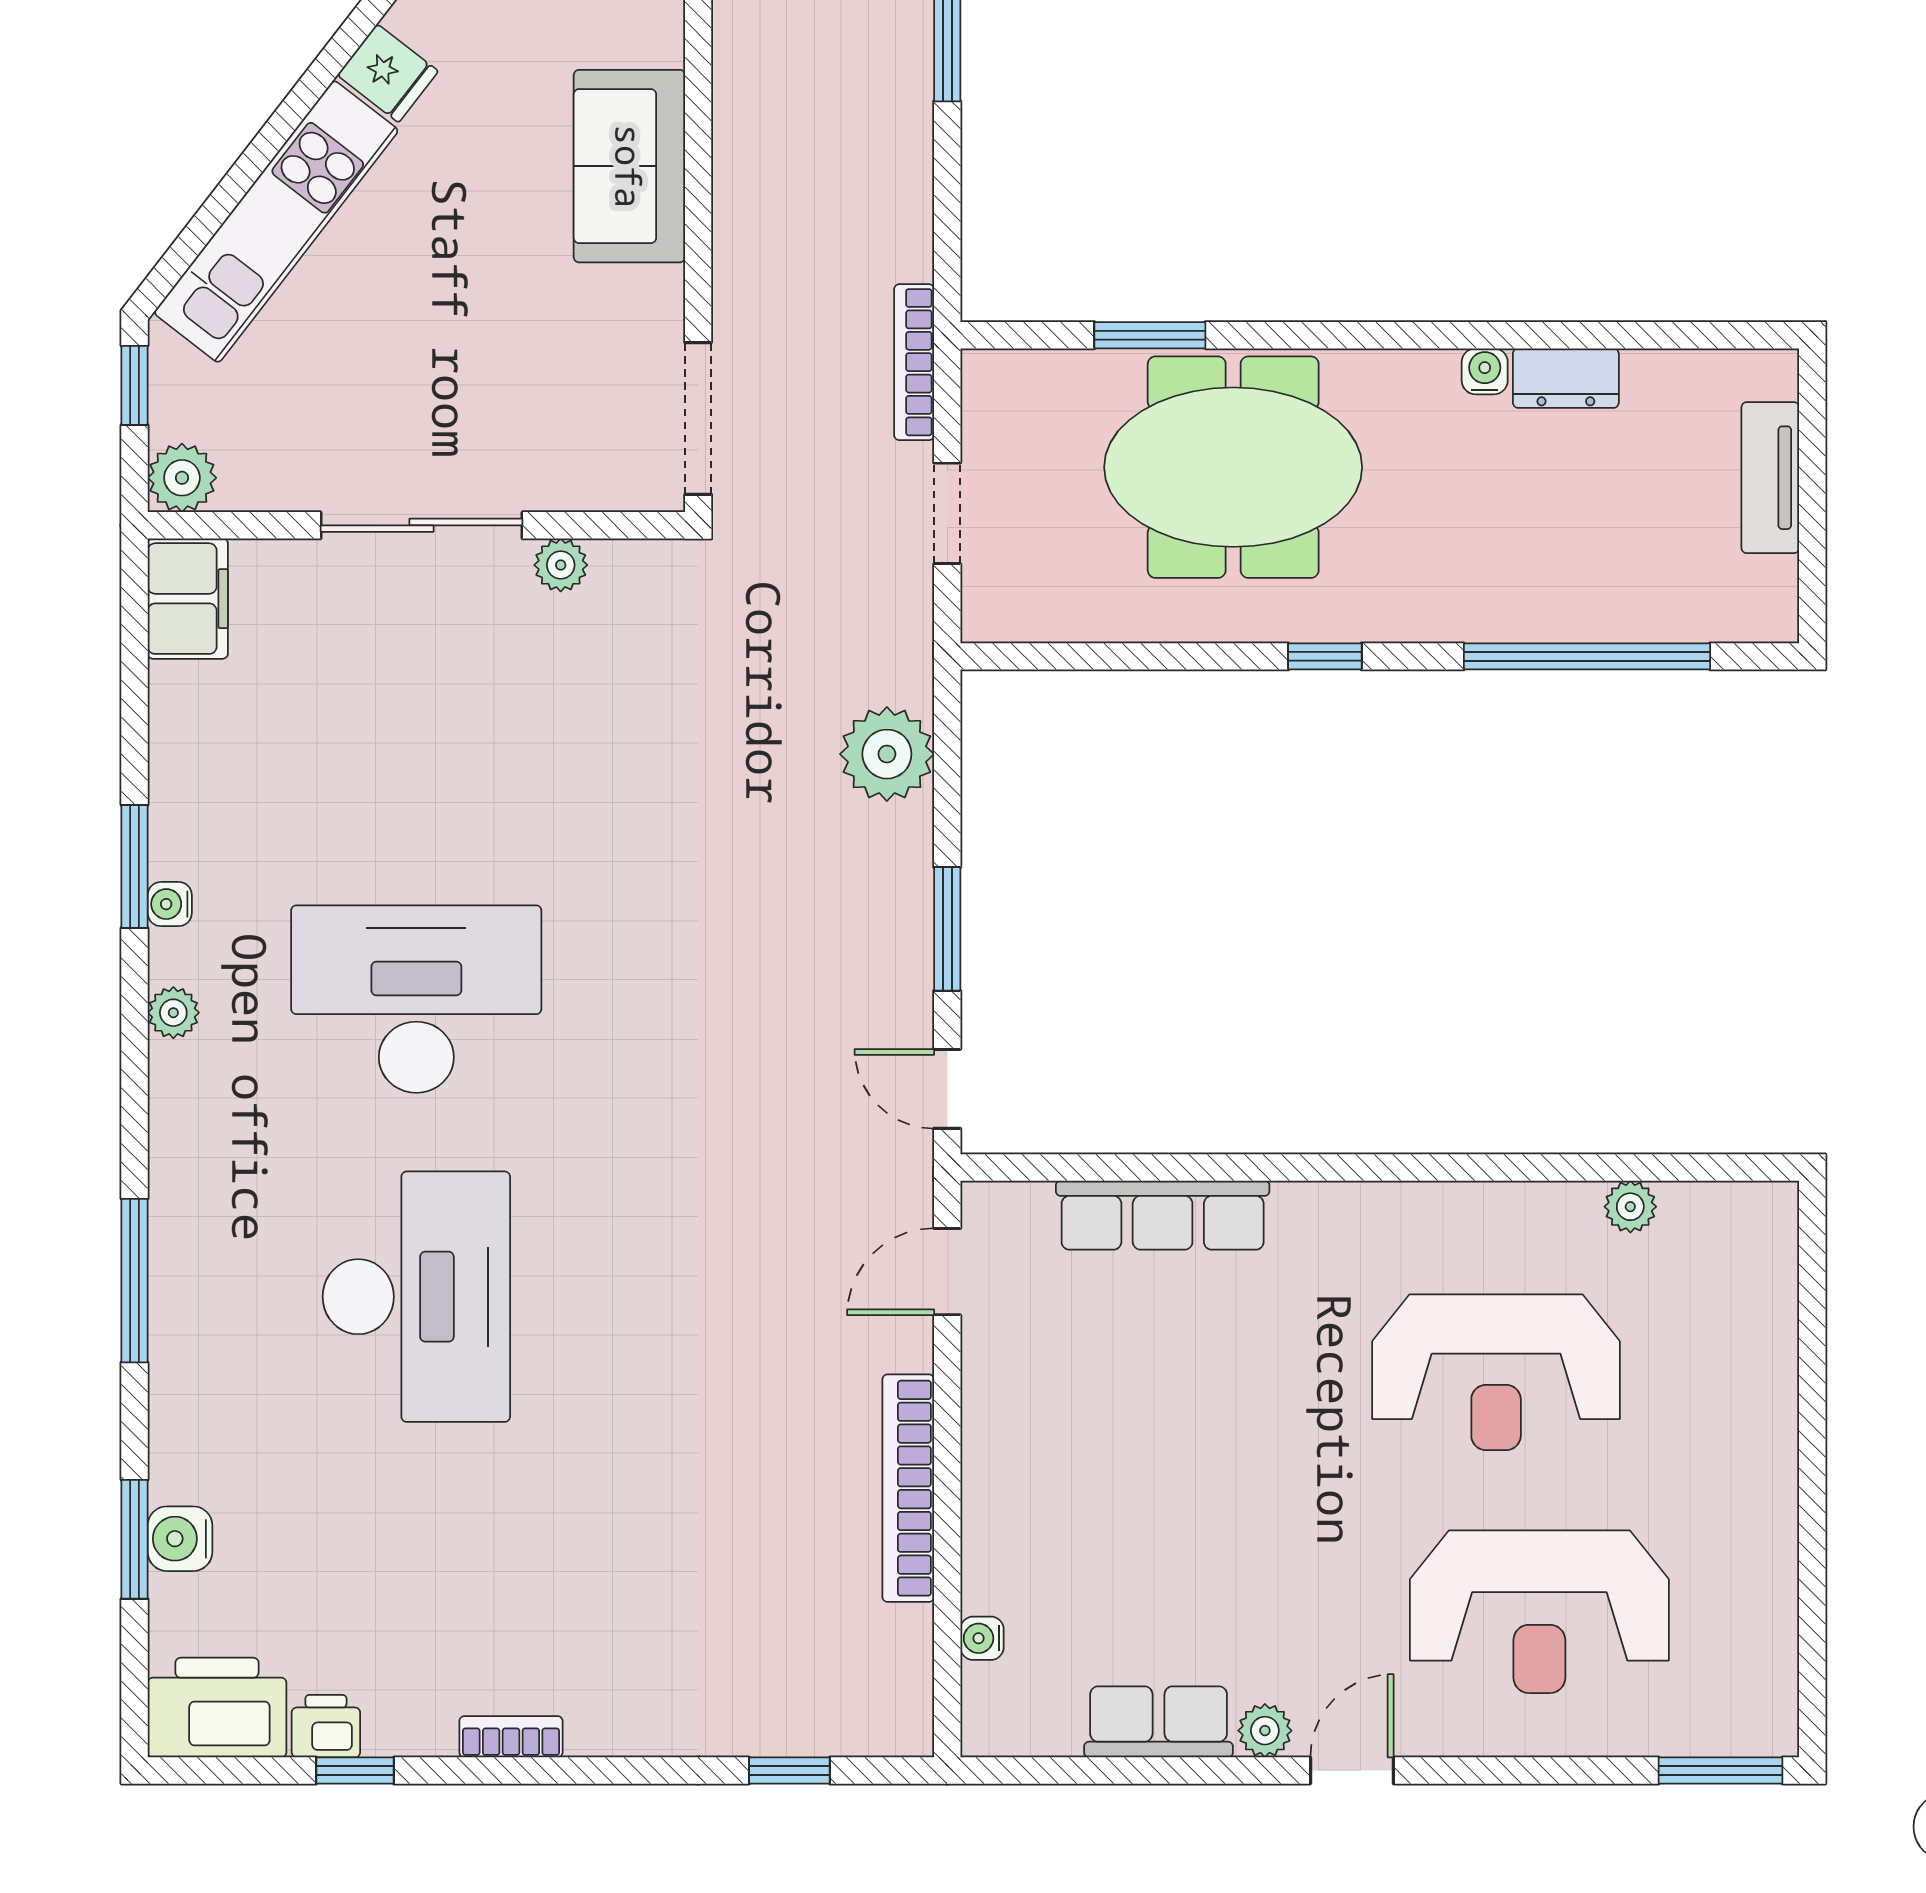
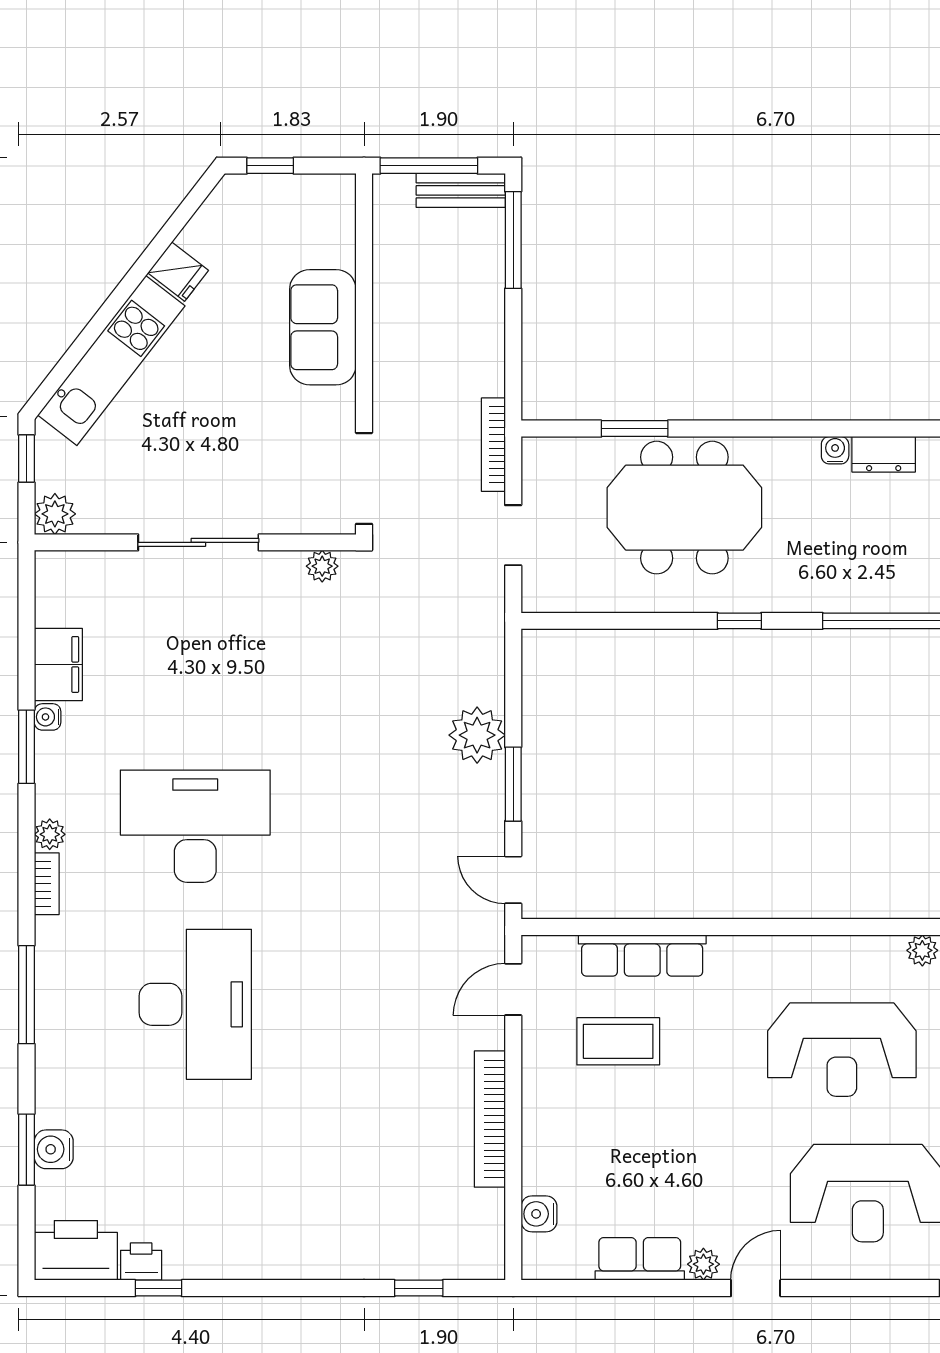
plant: (561, 565) -> (322, 566), moved
filing cabinet: (188, 599) -> (58, 664), moved
plant: (887, 754) -> (477, 735), moved
water cooler: (170, 904) -> (48, 717), moved
coffee table: (1123, 1358) -> (618, 1041), added
water cooler: (982, 1638) -> (539, 1214), width x1.38, depth x1.38
bookcase: (511, 1737) -> (47, 884), moved, turned 90

